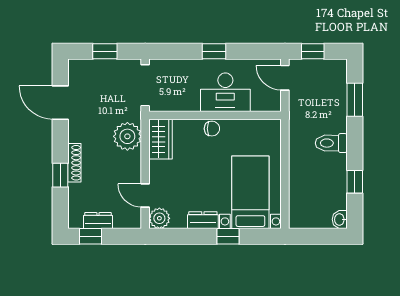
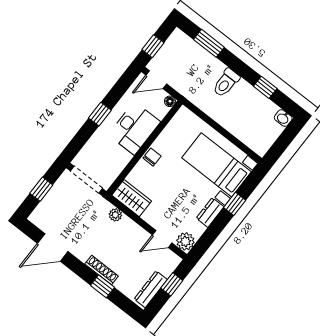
floor lamp: (275, 105) -> (170, 101), added
plant: (127, 136) -> (115, 215), width x0.53, depth x0.53
dresser: (98, 221) -> (151, 289), width x1.44
window: (91, 236) -> (172, 284), moved

